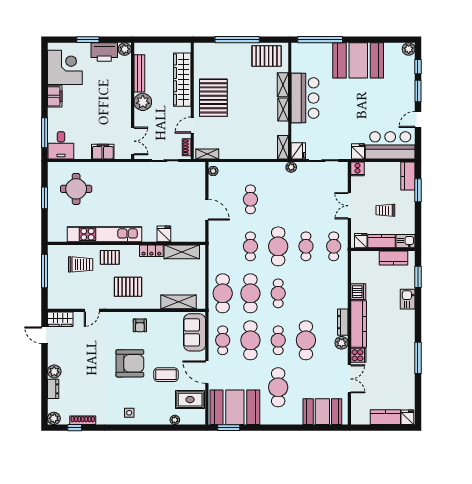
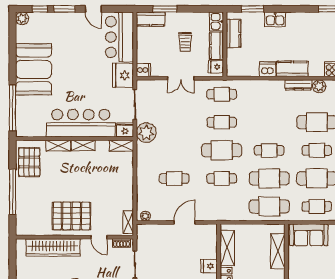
bar counter: (305, 98) -> (81, 123), width x1.36
fridge: (358, 151) -> (123, 75), width x1.88, depth x1.34
plant: (291, 167) -> (146, 133), width x1.88, depth x1.88
kitchen counter: (359, 324) -> (292, 69), width x0.67

